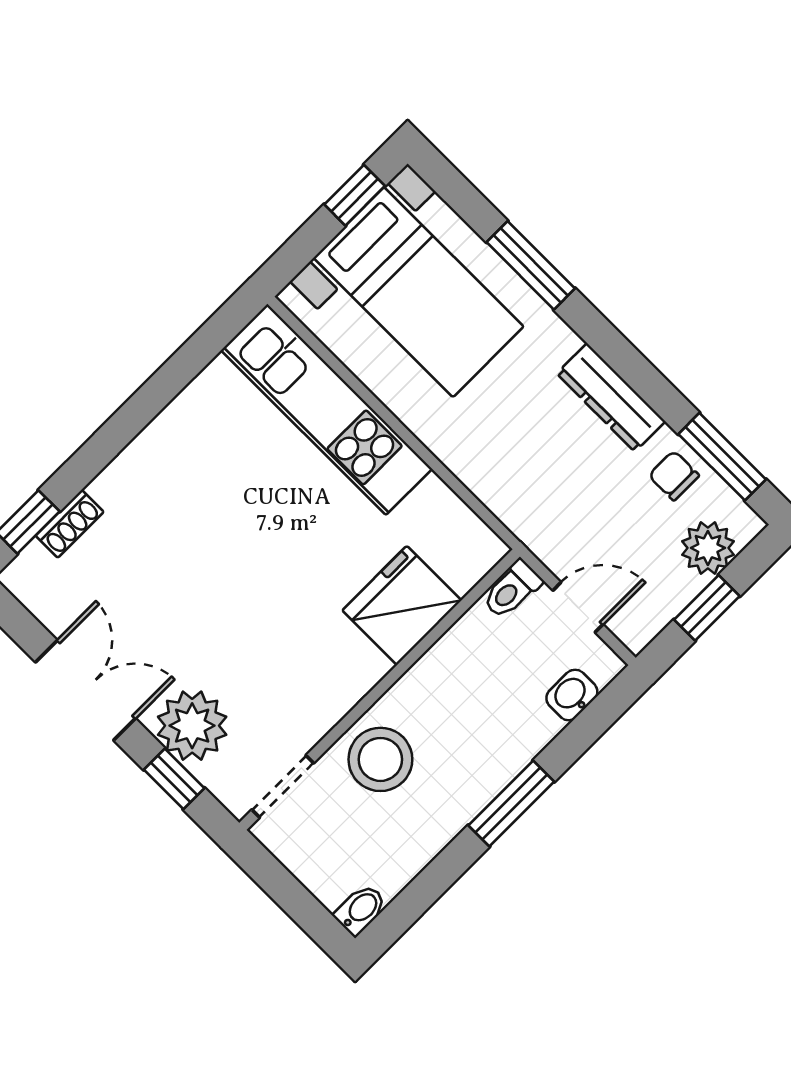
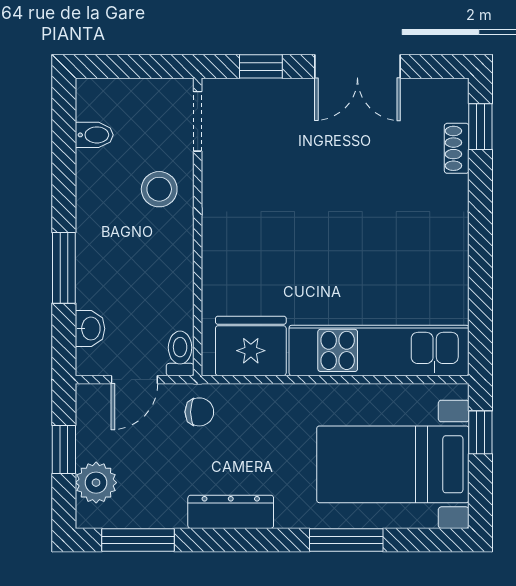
window: (355, 195) -> (480, 432), moved
chair: (674, 476) -> (199, 412), moved
fridge: (402, 605) -> (251, 346), moved, turned -90
plant: (192, 726) -> (280, 105), removed
stool: (380, 759) -> (159, 189), width x0.73, depth x0.73
window: (511, 803) -> (64, 268), moved
bidet: (361, 910) -> (94, 135), moved, turned -90

